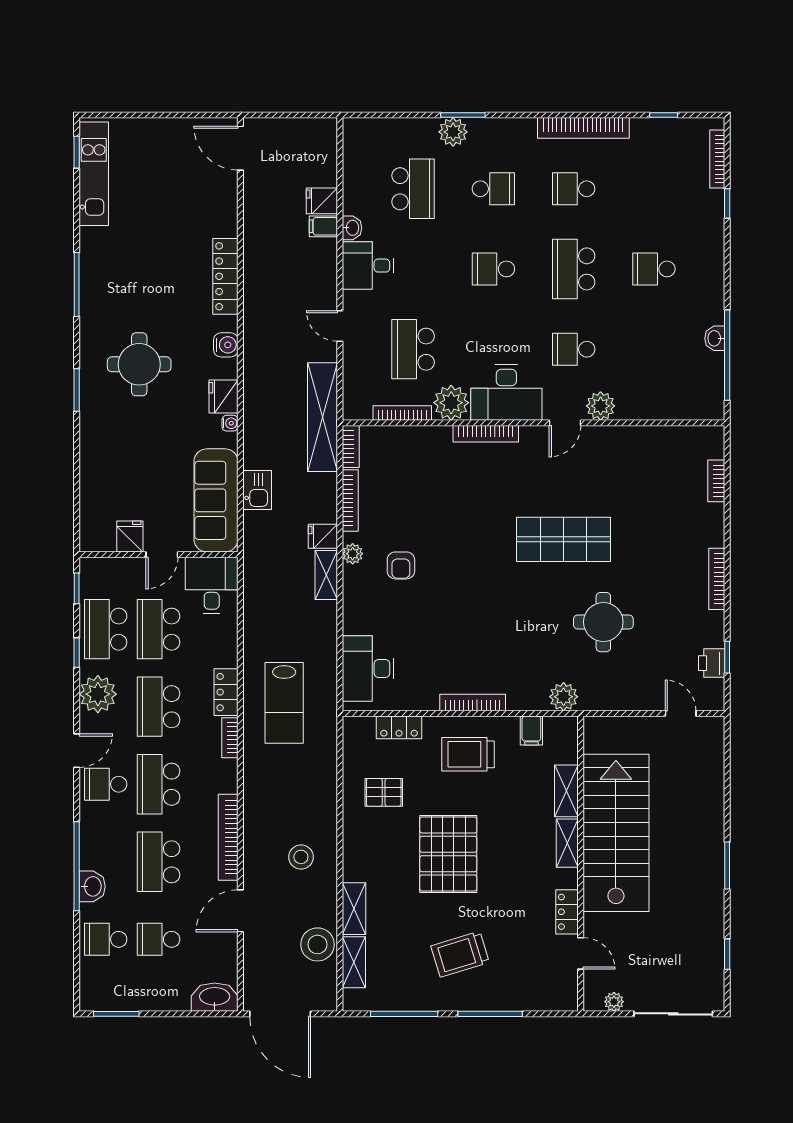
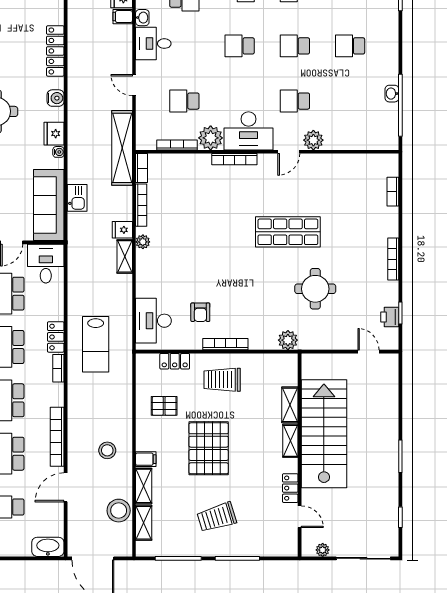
school desk: (574, 269) -> (295, 46), width x0.54
school desk: (413, 349) -> (184, 101), width x0.54
armchair: (401, 565) -> (200, 312), moved
filing cabinet: (531, 731) -> (146, 459), moved, turned -90

